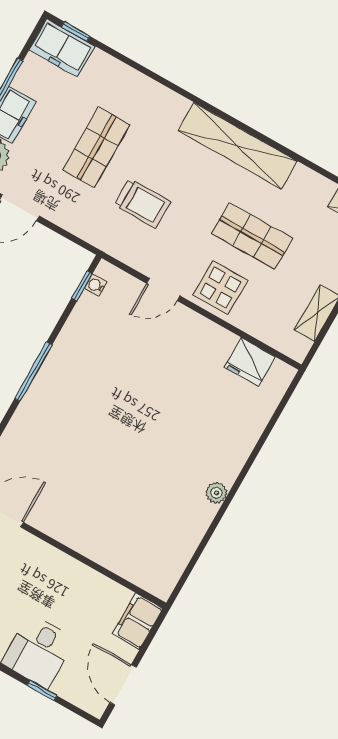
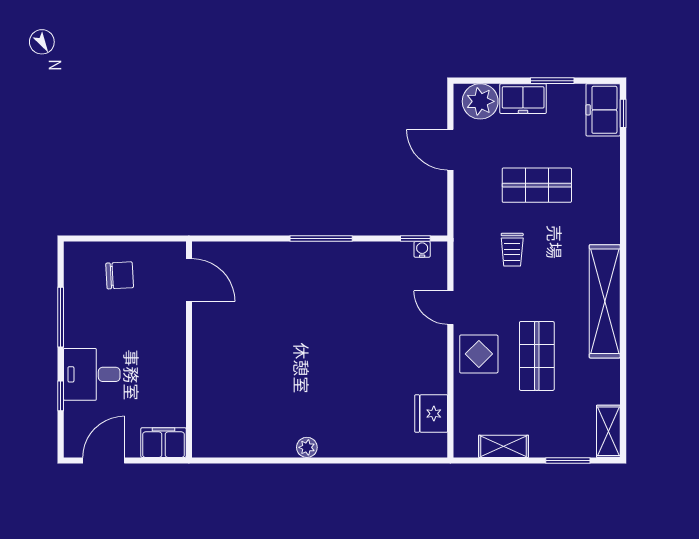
trolley: (142, 203) -> (512, 250), width x0.73, depth x0.72

